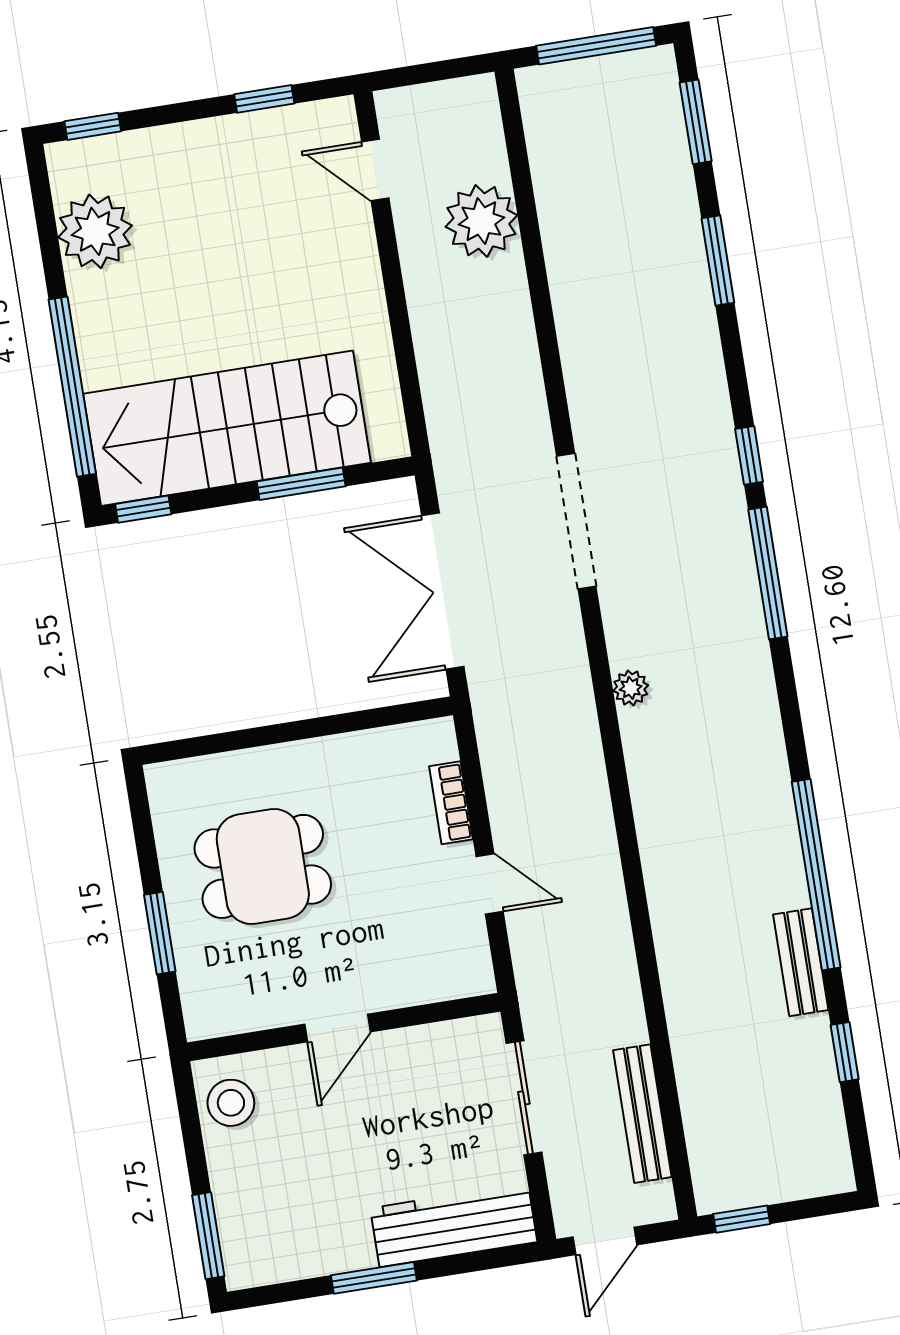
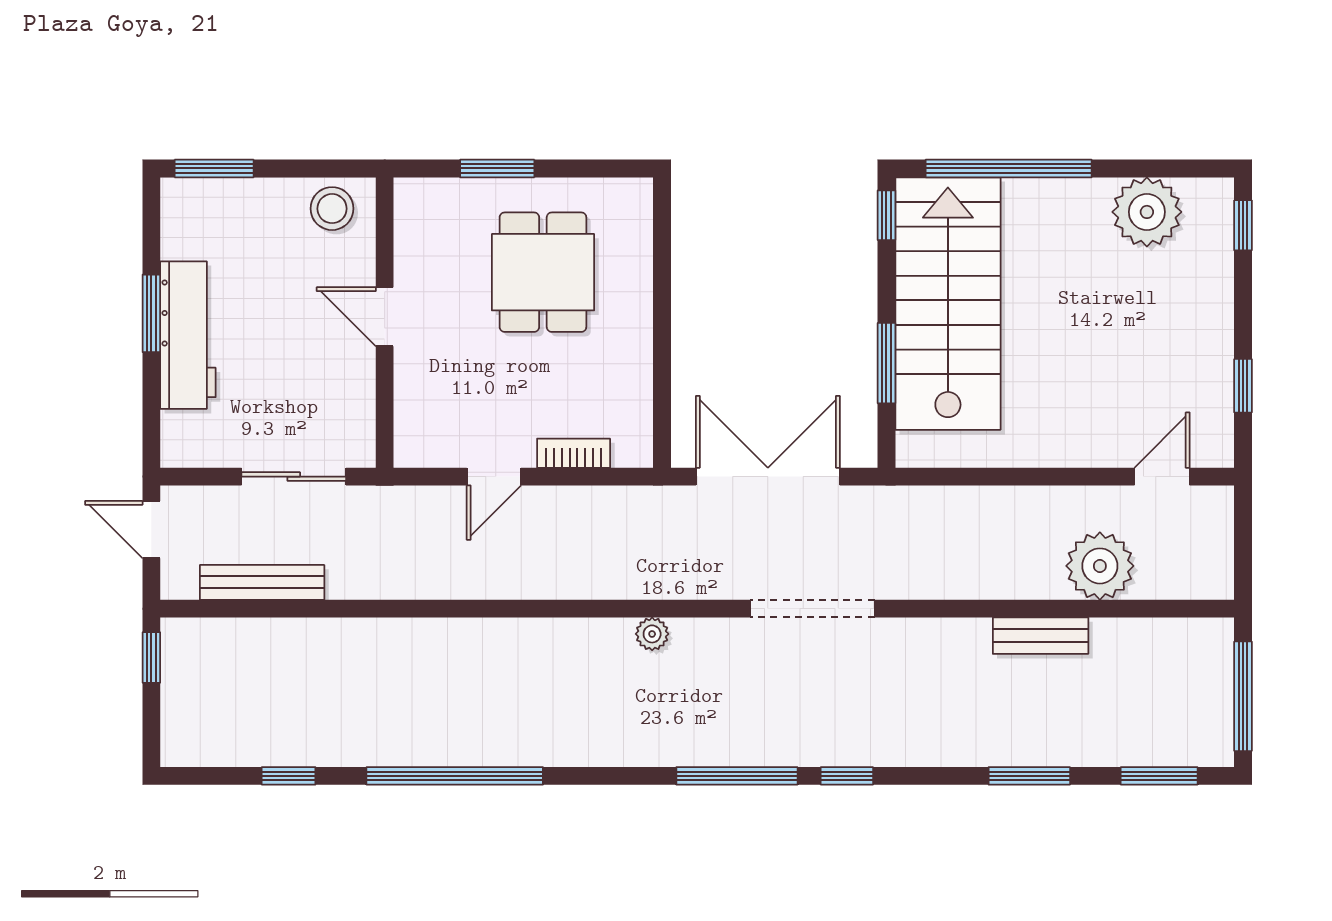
bench: (801, 962) -> (1041, 636), moved
workbench: (454, 1225) -> (188, 335), moved

